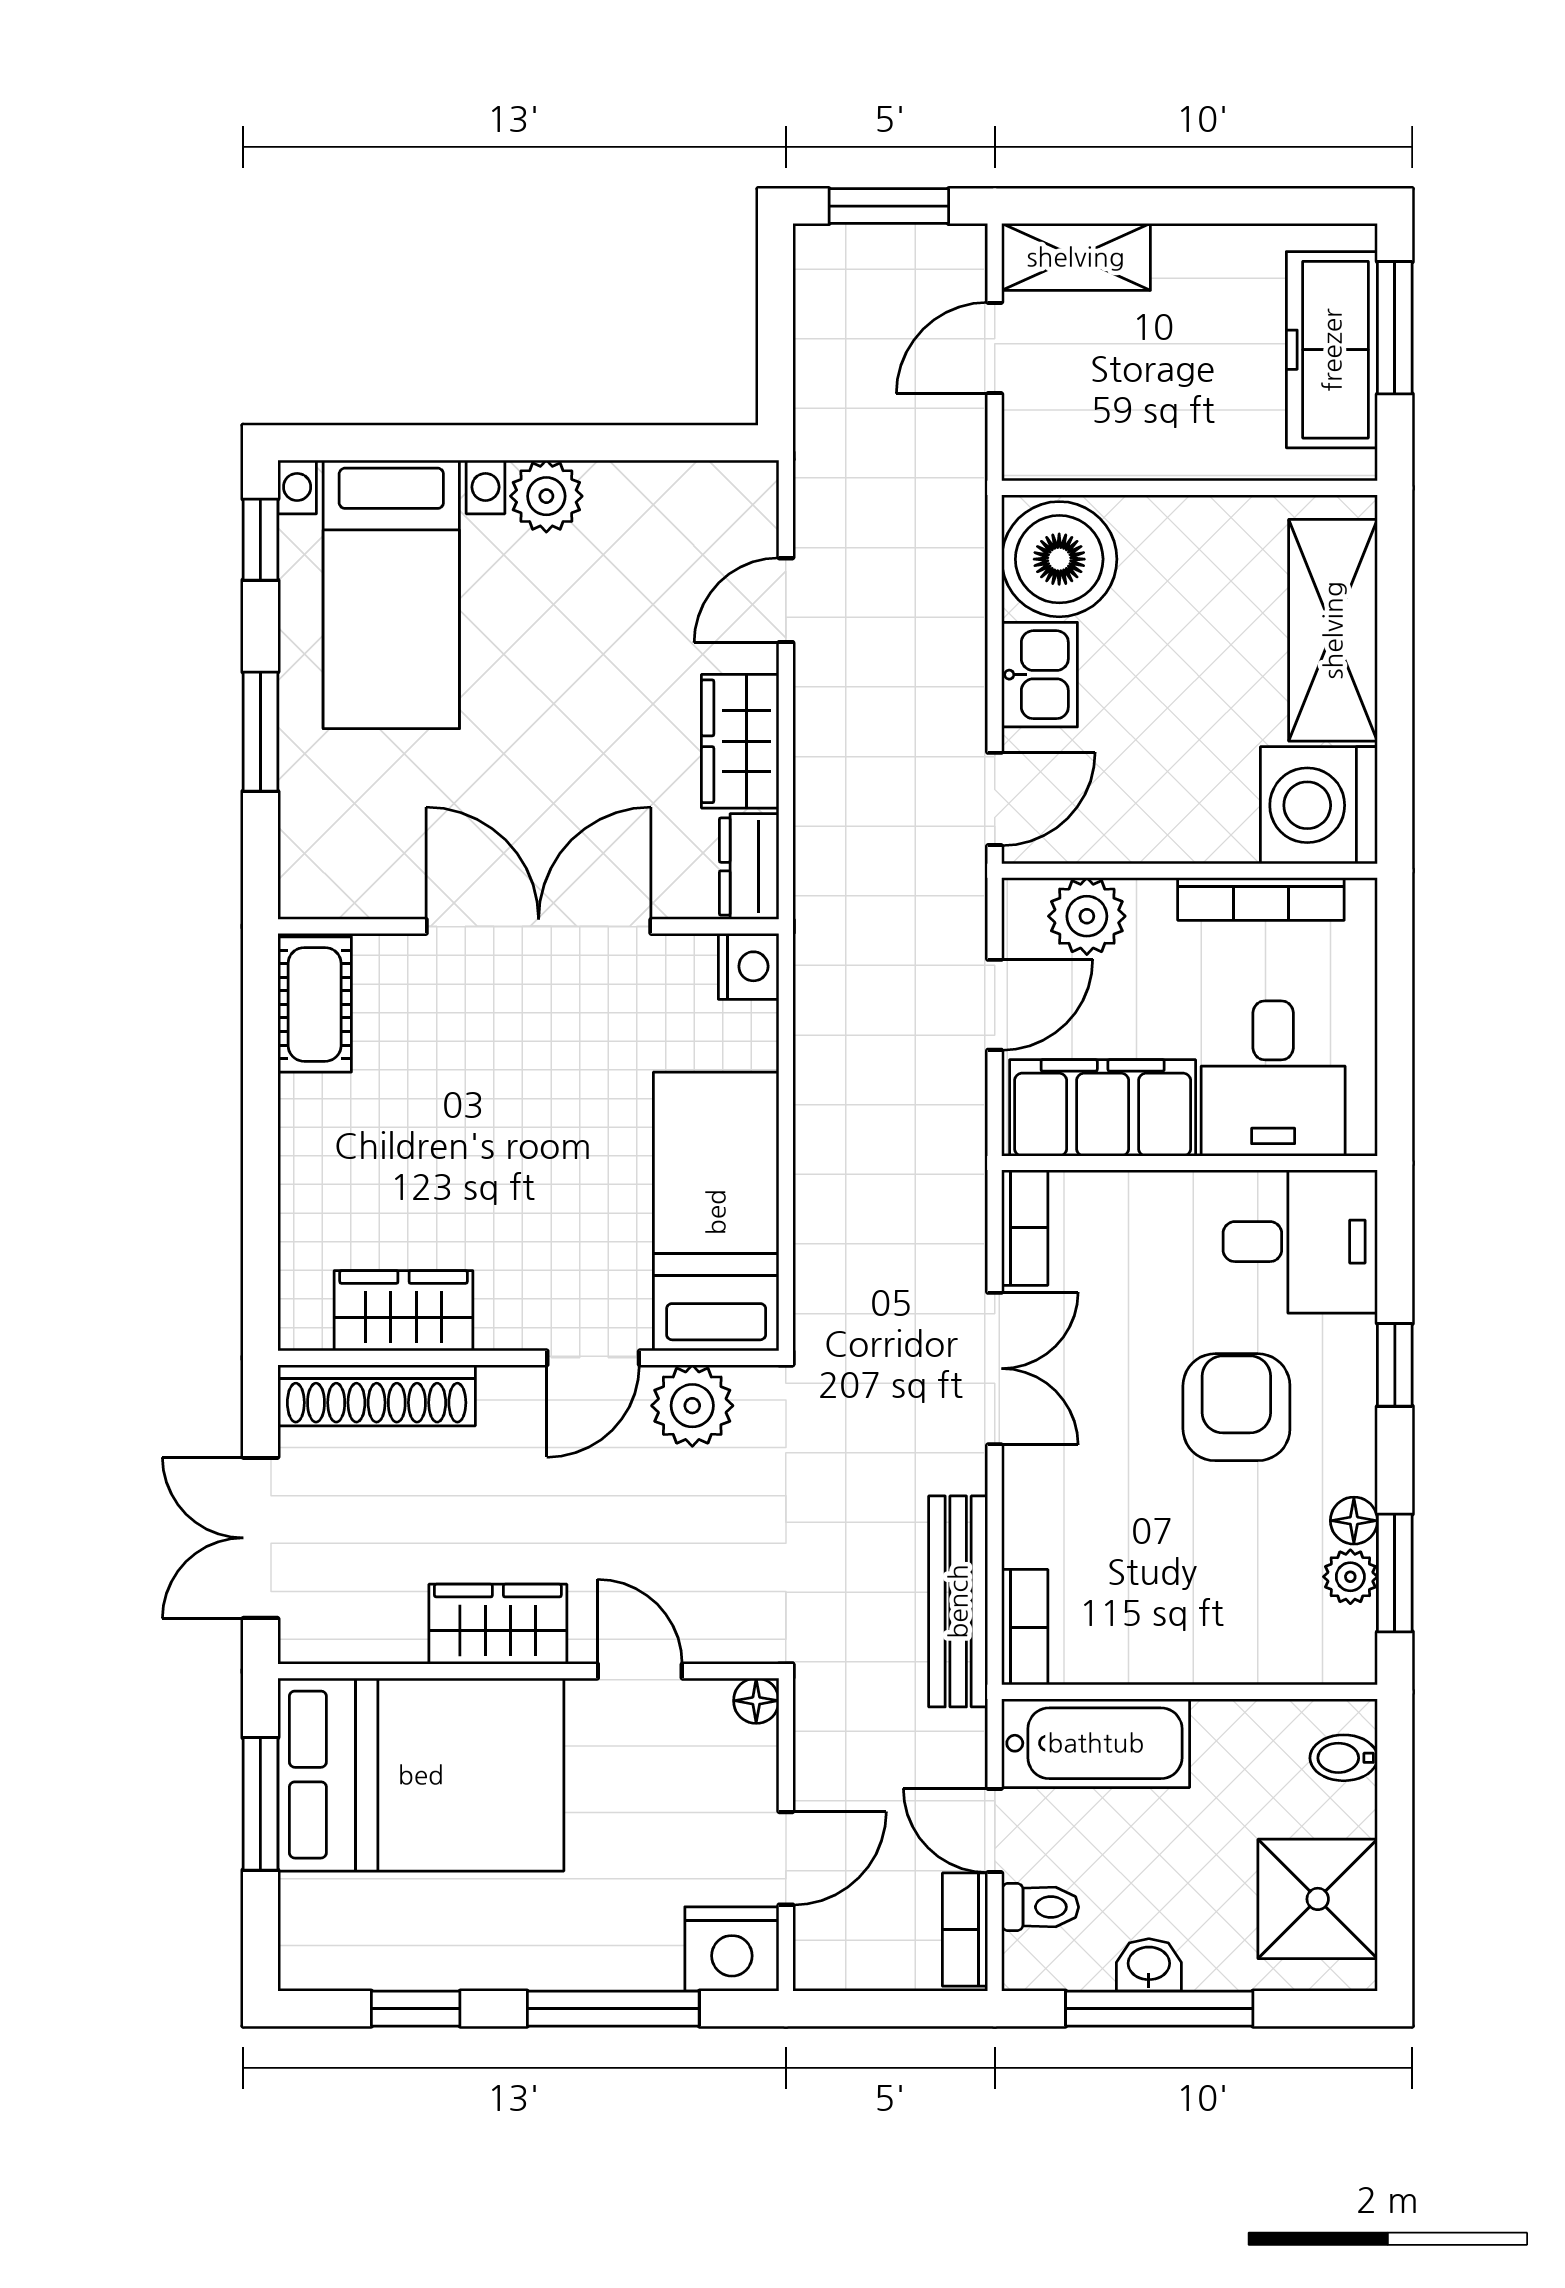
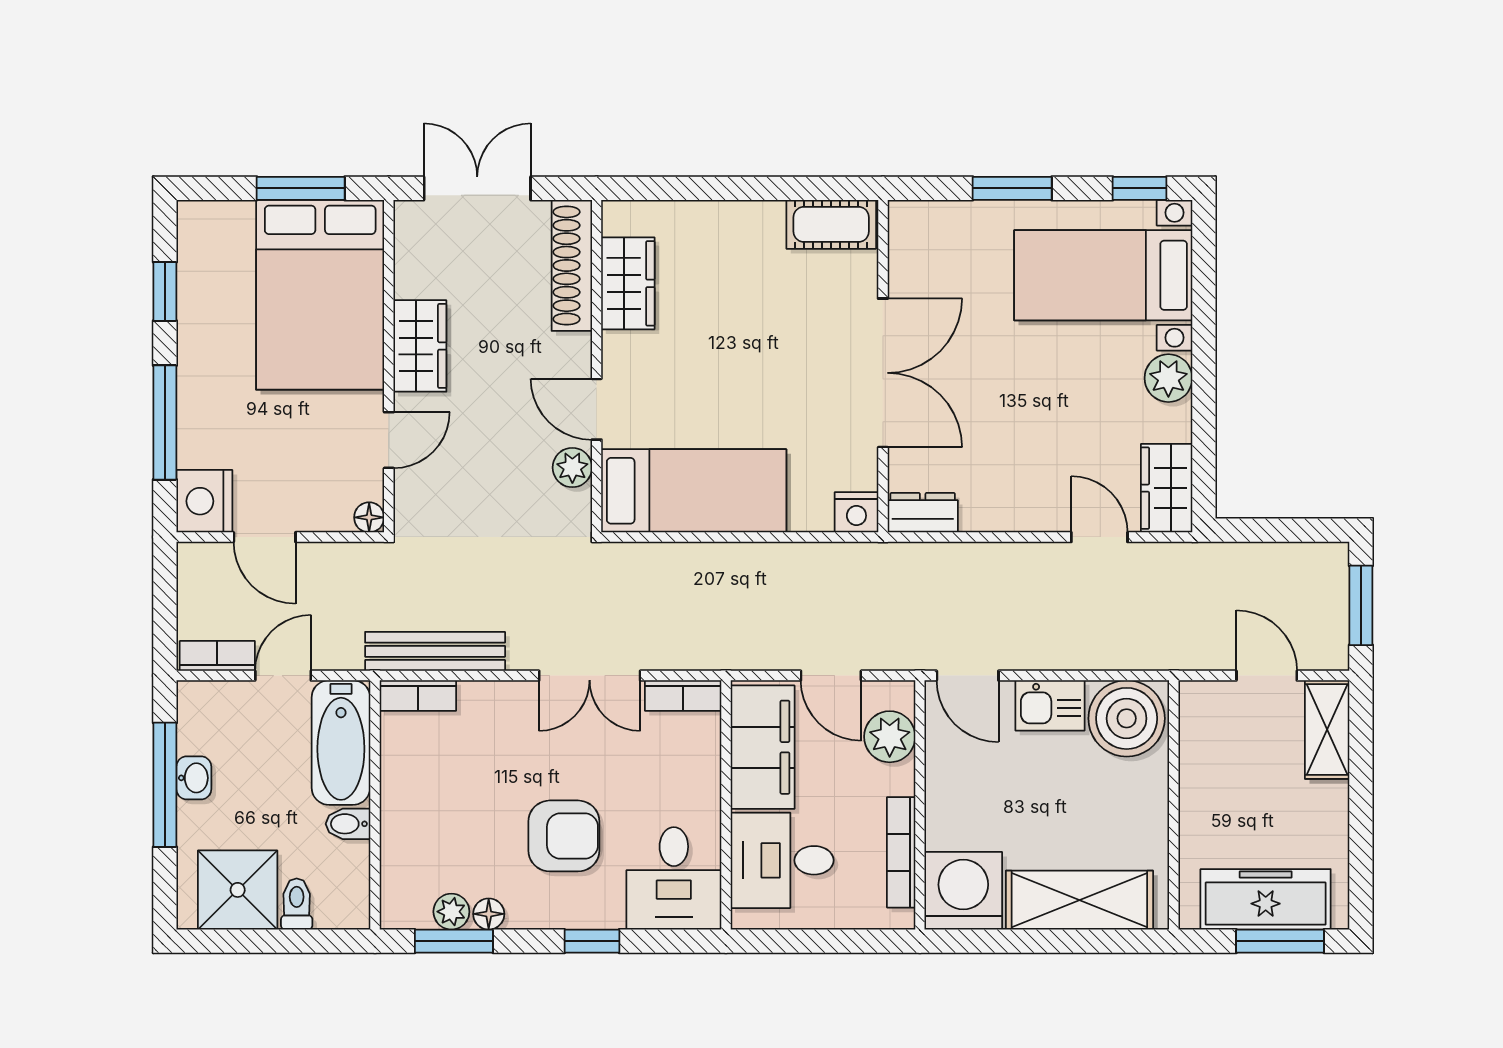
wardrobe: (740, 741) -> (1167, 488), moved, turned -90
plant: (692, 1406) -> (572, 468), width x0.73, depth x0.73
bidet: (1344, 1758) -> (348, 824), moved, turned -90
toilet: (1040, 1907) -> (297, 904), moved, turned 180

